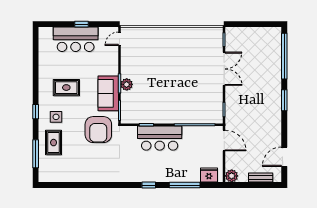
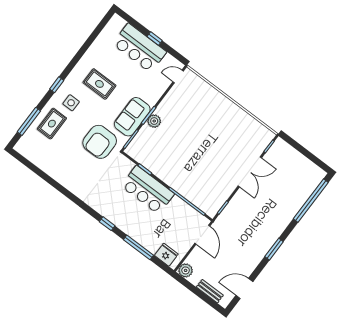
window: (284, 100) -> (274, 249), moved

